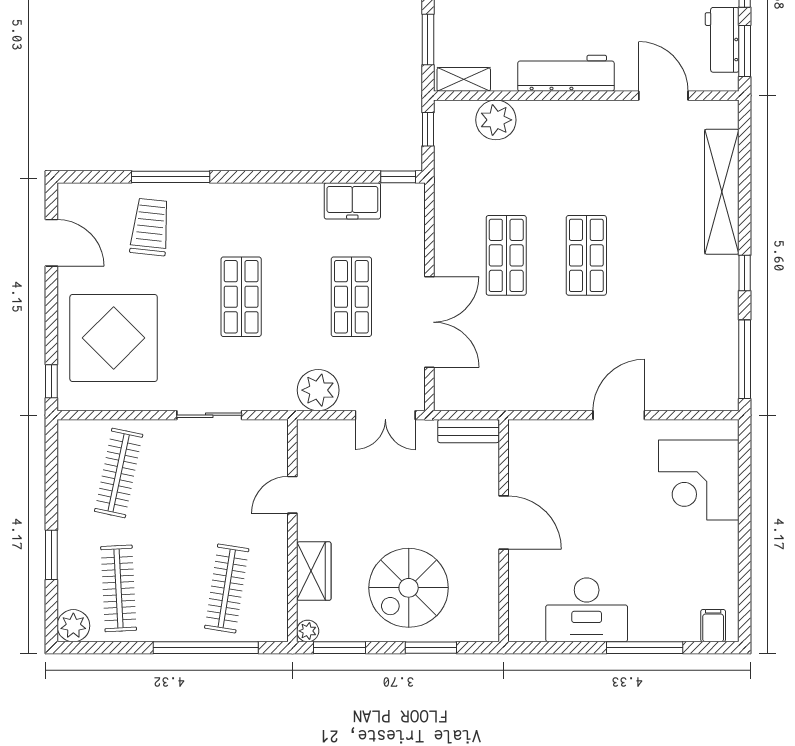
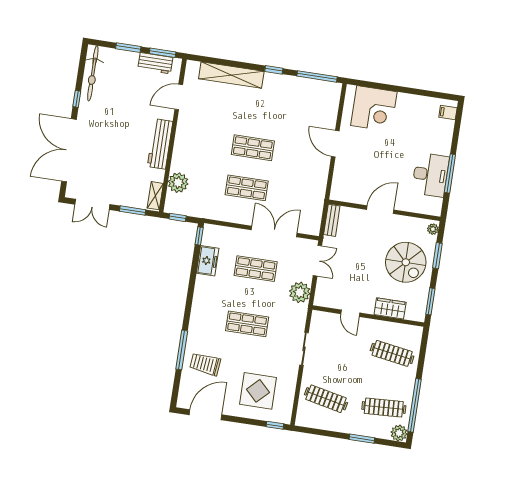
door: (51, 243) -> (206, 415), width x1.36
display table: (114, 338) -> (258, 391), width x0.73, depth x0.73
plant: (308, 631) -> (433, 229), moved
window: (206, 648) -> (414, 405), moved
window: (645, 648) -> (450, 174), moved

